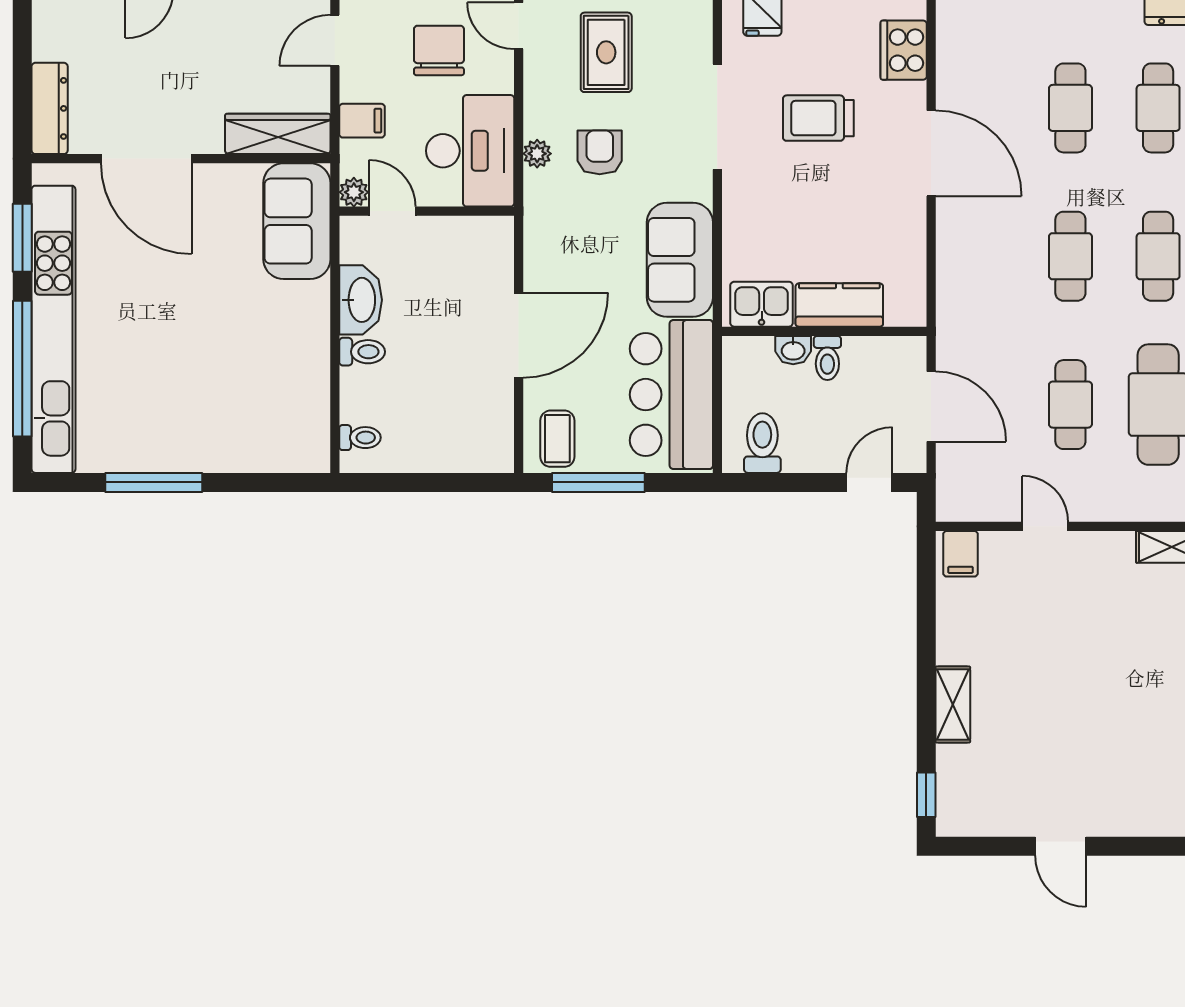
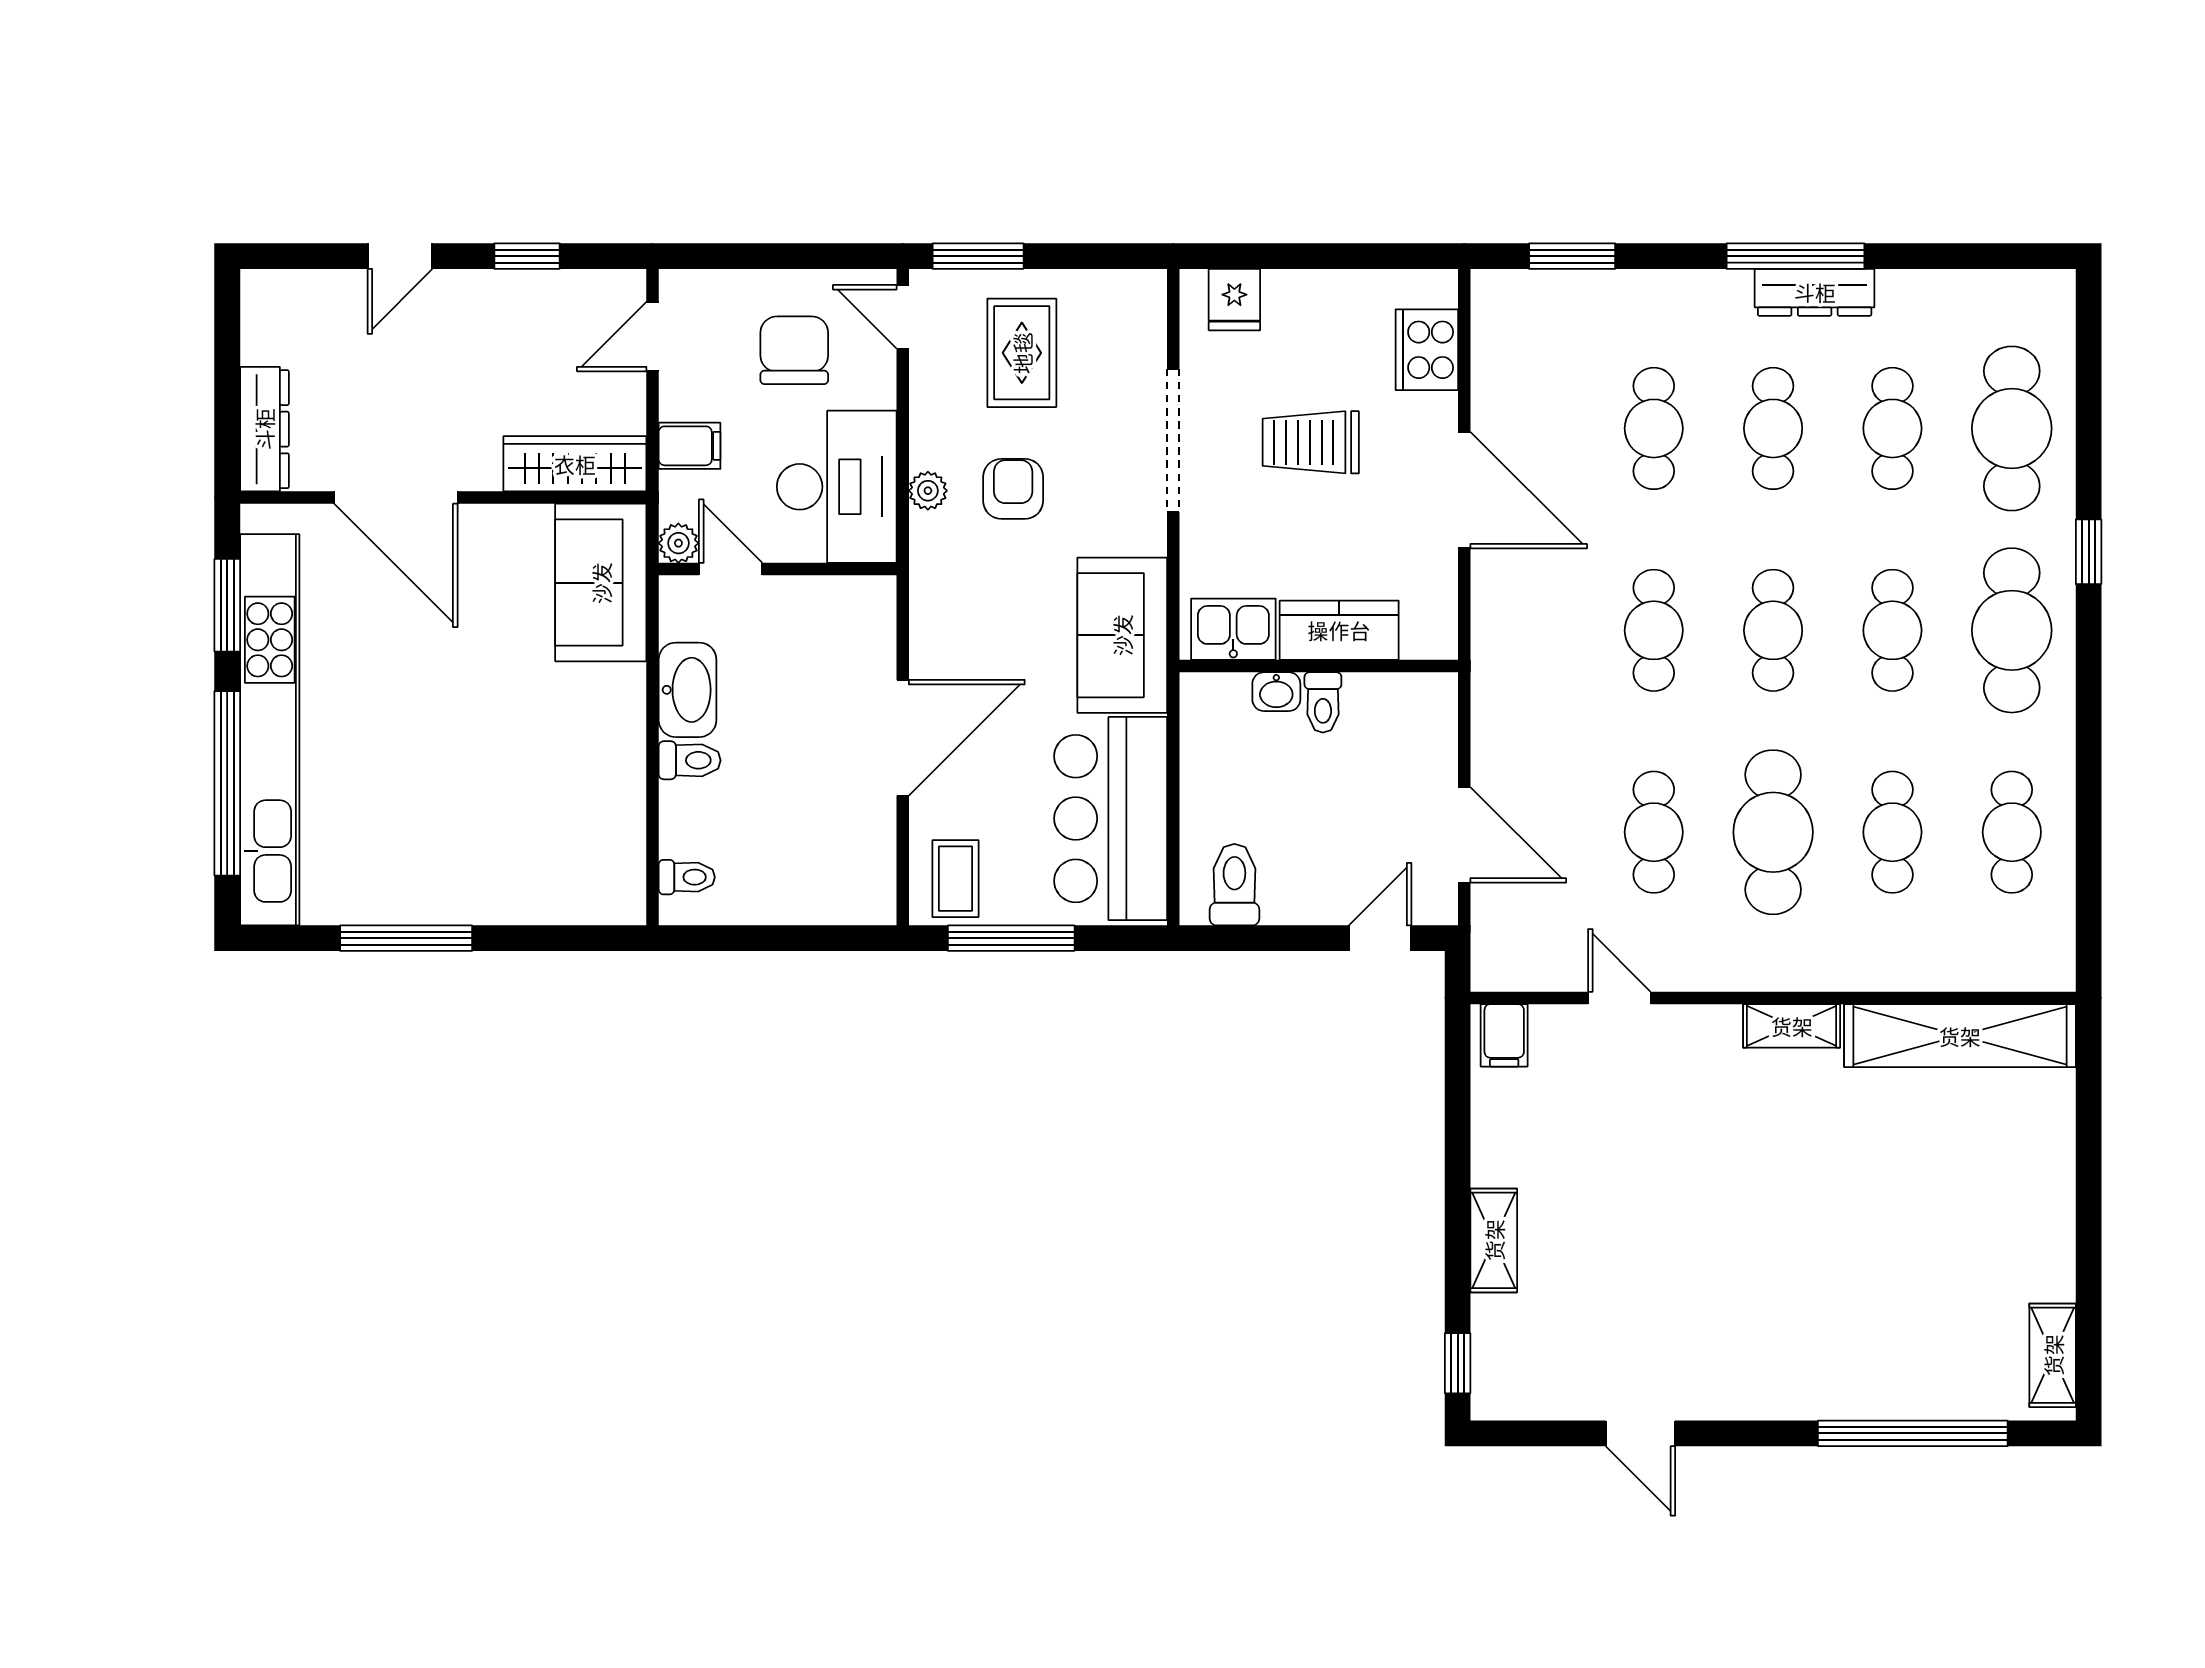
kitchen sink: (762, 304) -> (1233, 629), moved
kitchen counter: (839, 305) -> (1339, 630), moved
wall: (824, 331) -> (1319, 666), moved
washbasin: (793, 350) -> (1276, 692), moved
toilet: (827, 358) -> (1323, 702), moved

